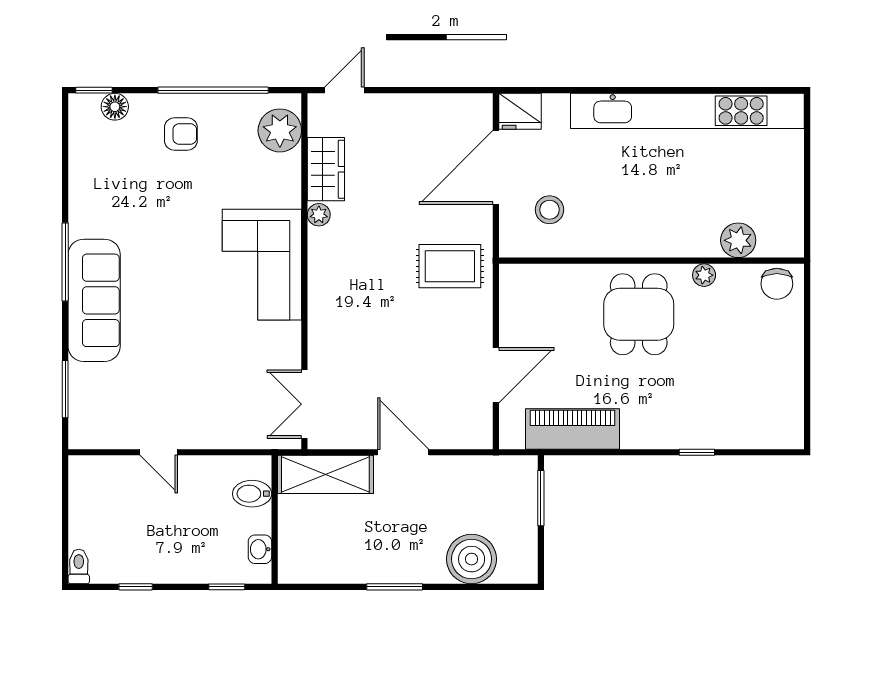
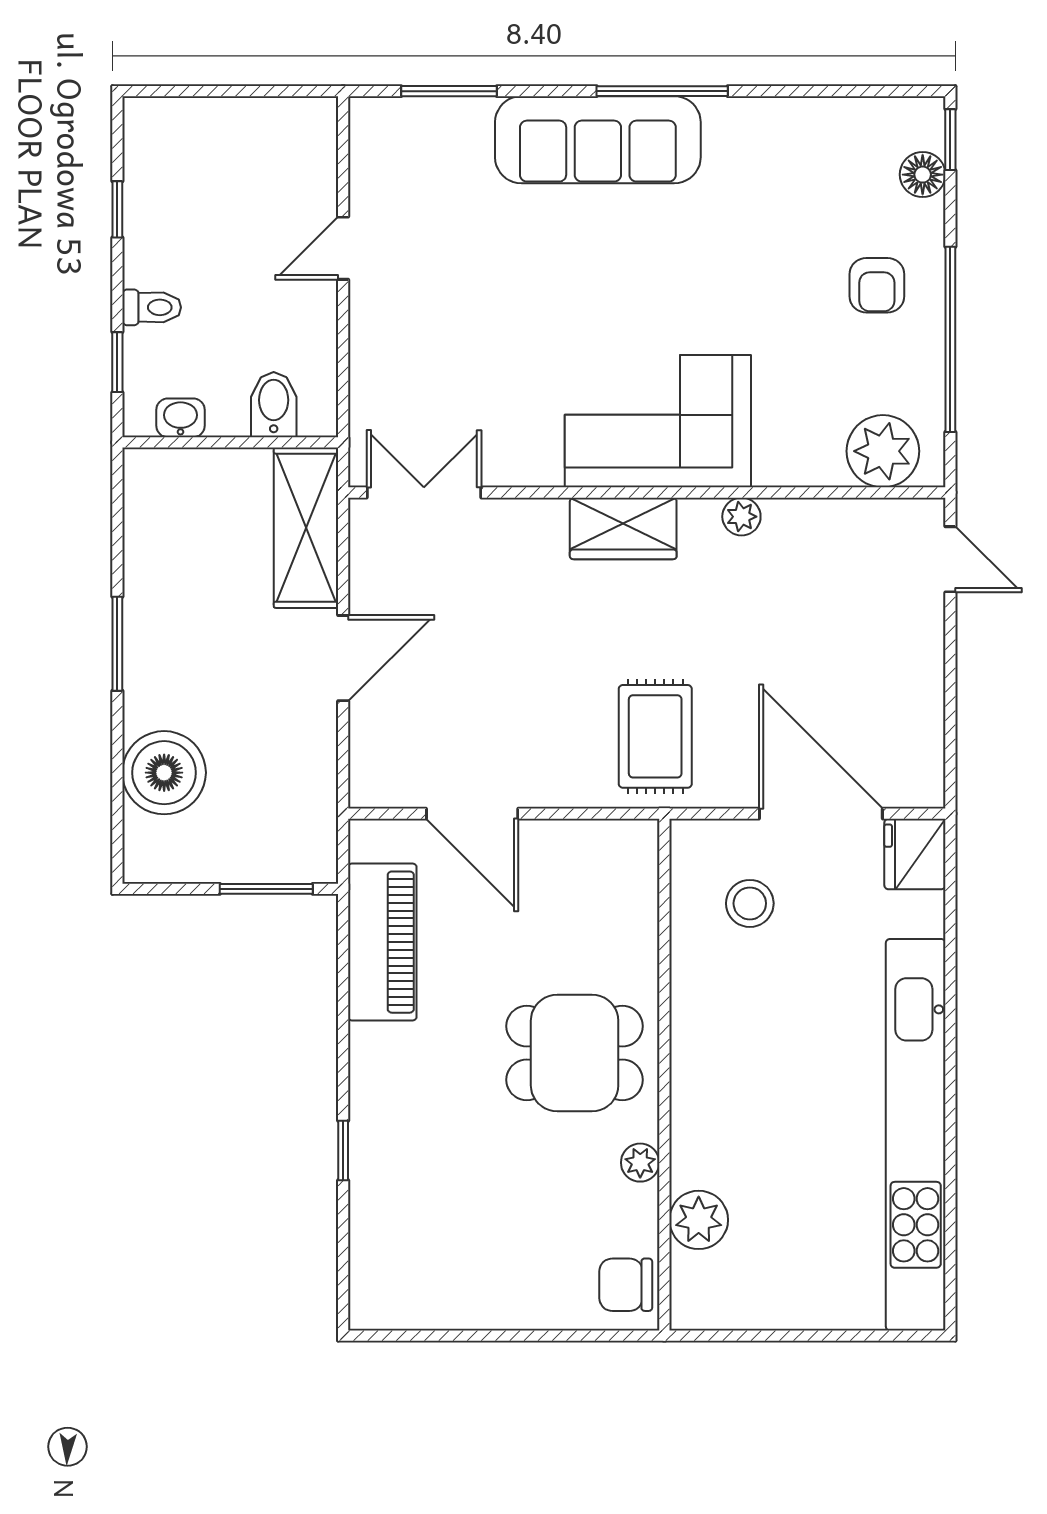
wardrobe: (326, 169) -> (623, 528), moved
toilet: (79, 566) -> (152, 307), moved

